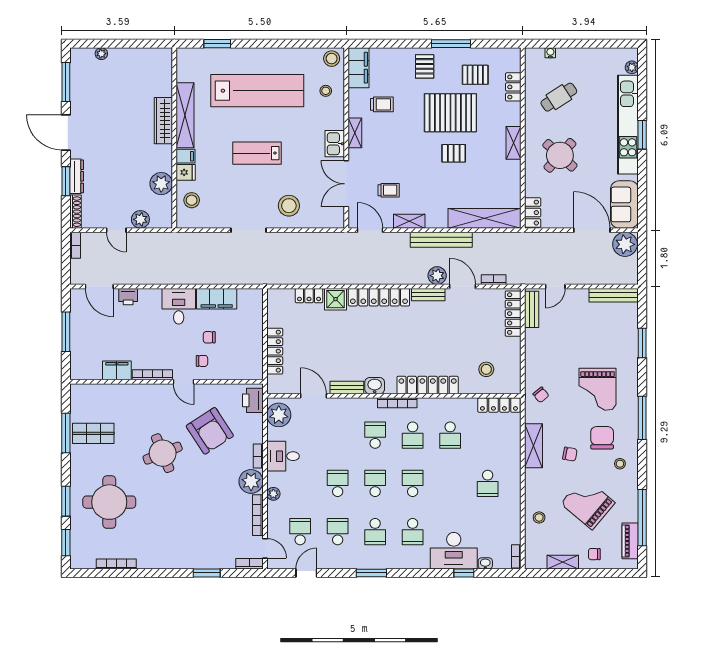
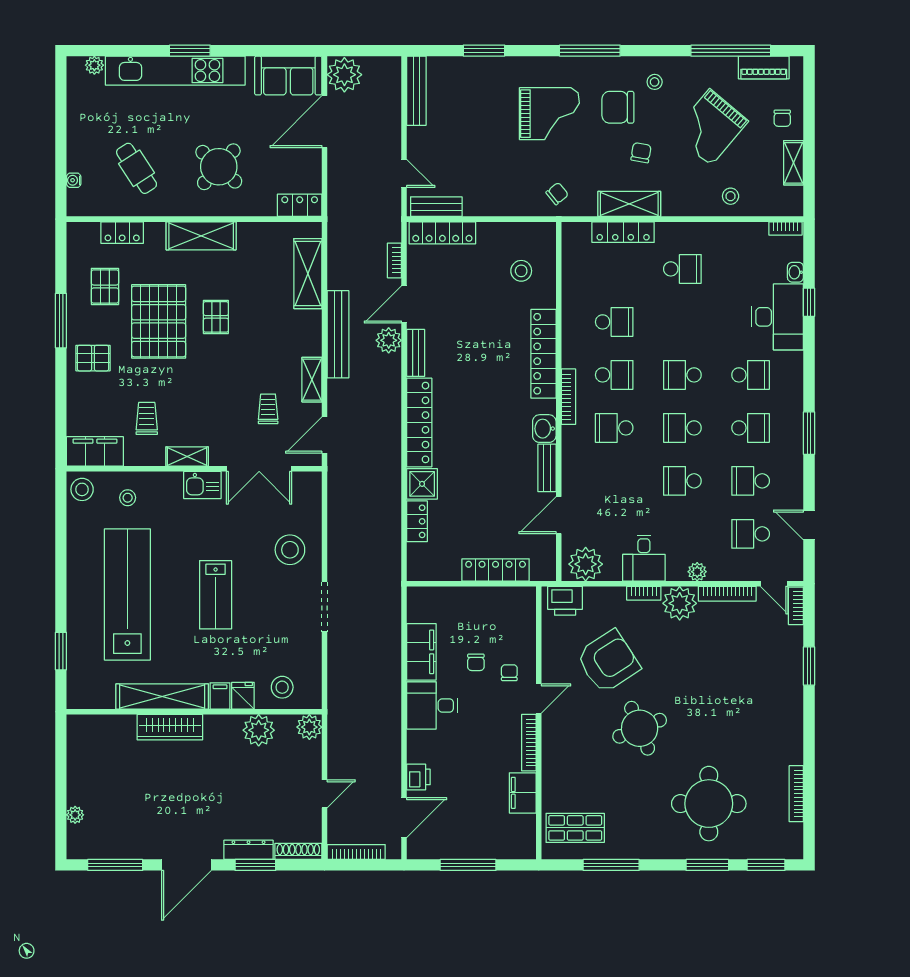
shelving: (514, 143) -> (201, 236), width x1.50, depth x1.33
shelving: (484, 218) -> (308, 274), width x0.68
plant: (140, 219) -> (309, 727), moved
bookcase: (75, 245) -> (356, 852), width x1.56
locker: (499, 405) -> (623, 232), moved, turned 90
shop shelf: (93, 433) -> (575, 828), moved, turned 90
door: (265, 548) -> (774, 584), swing flipped

